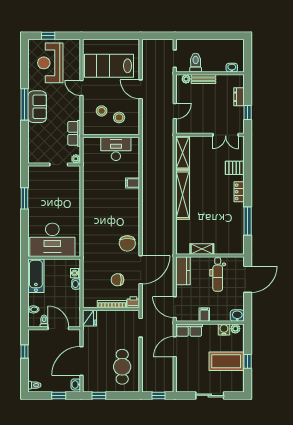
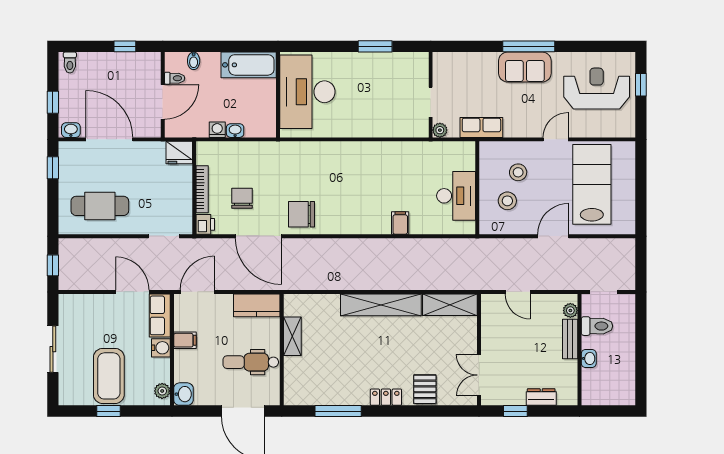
washbasin: (232, 68) -> (589, 358), moved
washing machine: (76, 273) -> (217, 130), moved
water cooler: (224, 329) -> (161, 348), moved

